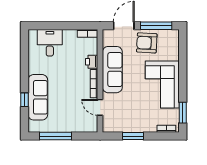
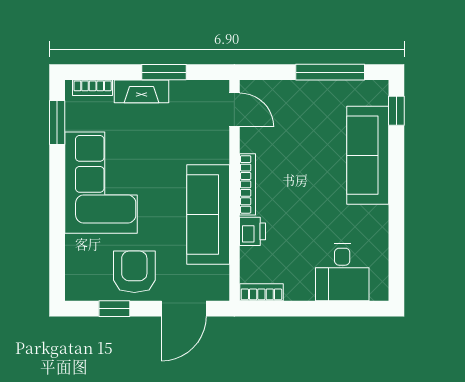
window: (156, 26) -> (114, 309), width x0.46
armchair: (147, 43) -> (134, 272), turned -93
window: (24, 100) -> (396, 111), moved
door: (100, 107) -> (234, 110), moved
fireplace: (143, 127) -> (141, 91), added

